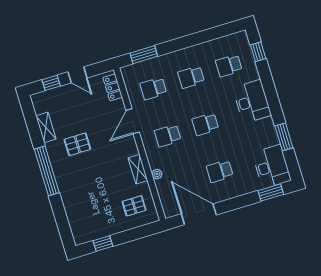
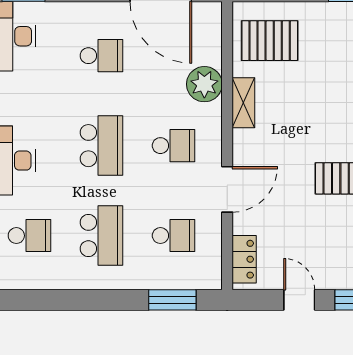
school desk: (191, 77) -> (101, 236), width x1.85
school desk: (205, 124) -> (101, 146), width x1.85
plant: (157, 174) -> (204, 84), width x1.88, depth x1.88
pallet: (134, 206) -> (270, 41), width x1.50, depth x1.42

